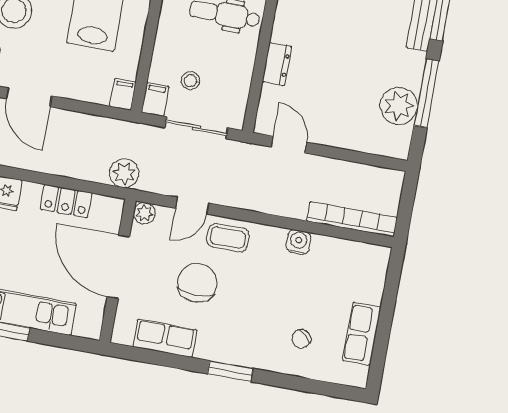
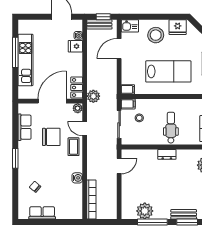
dresser: (277, 64) -> (167, 154), moved
locker: (66, 201) -> (77, 87), moved

